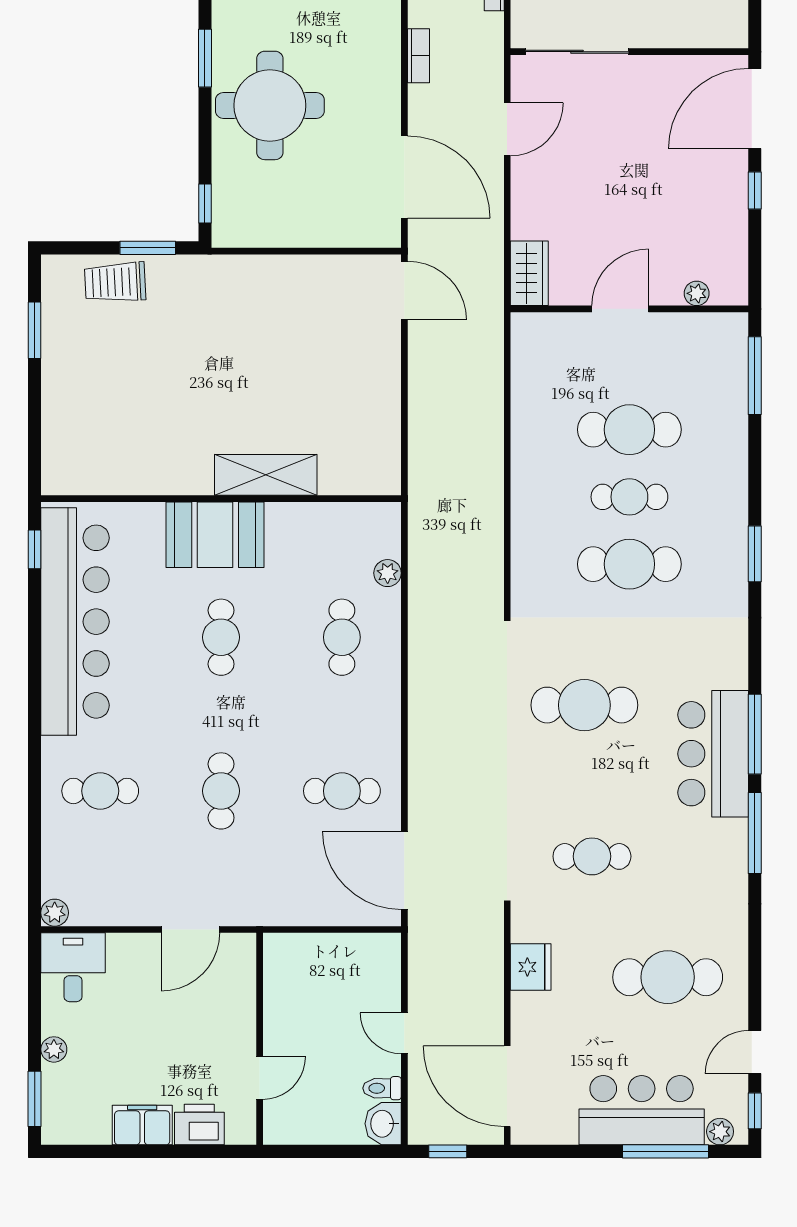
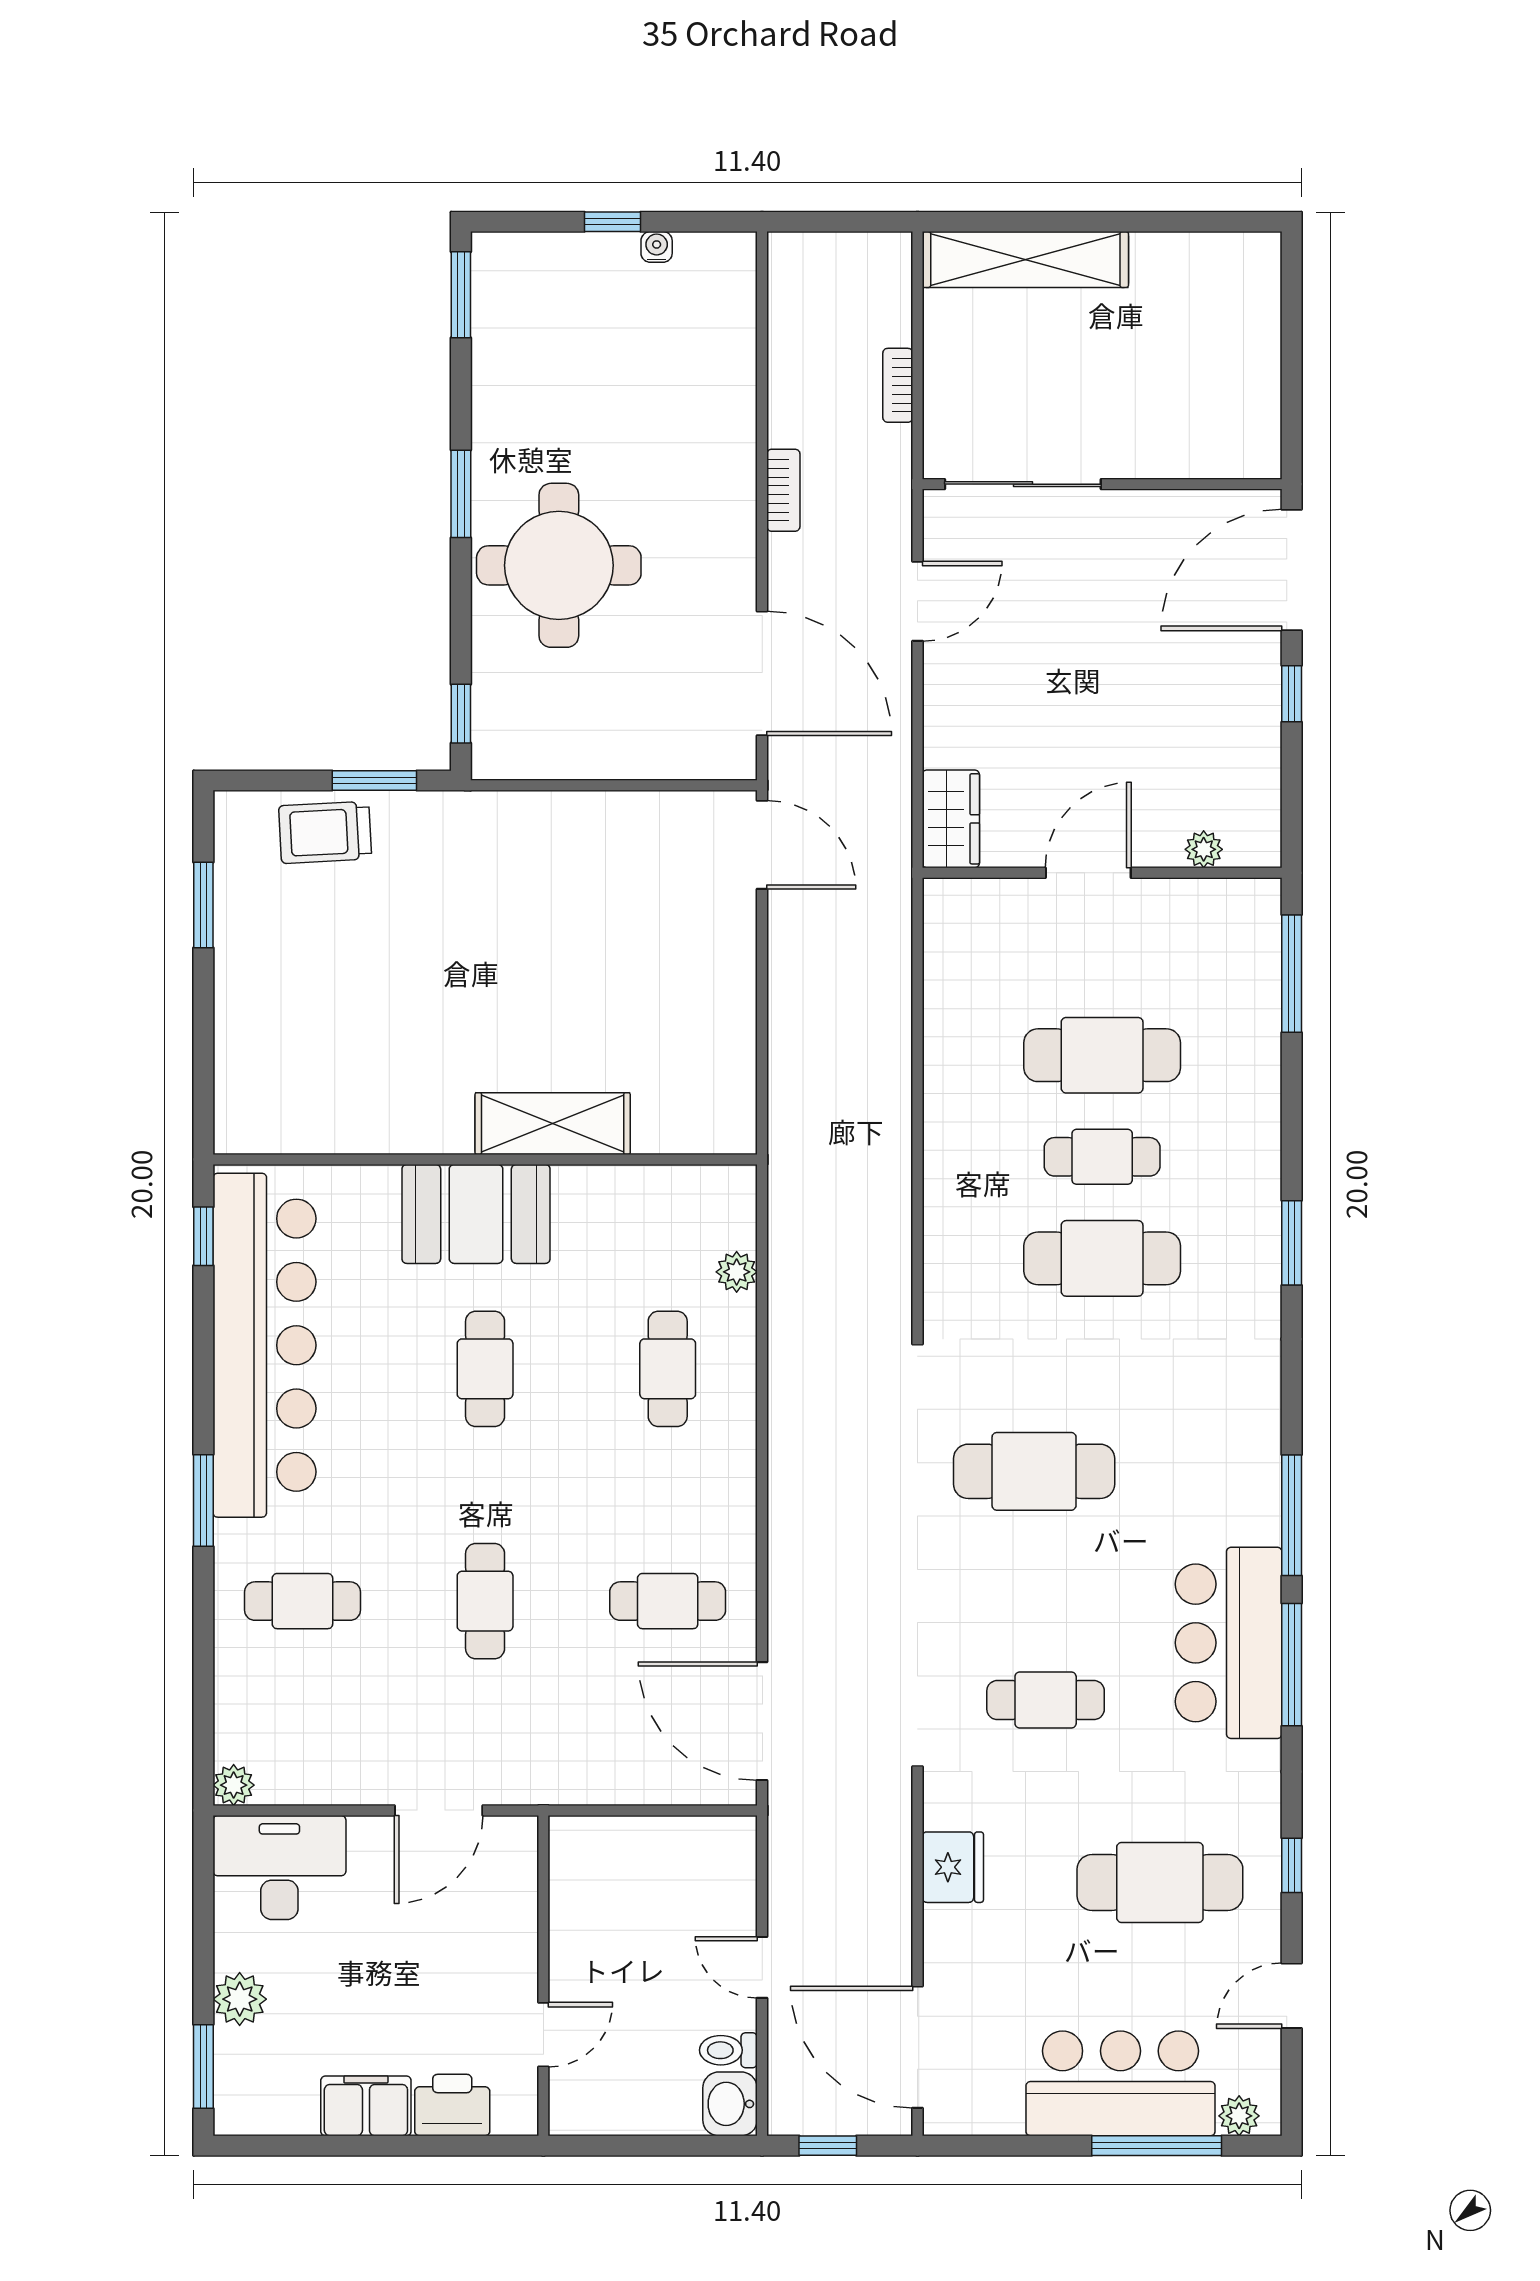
window: (35, 724) -> (203, 1501), added
bar counter: (713, 754) -> (1229, 1643), moved
desk: (73, 967) -> (279, 1867), width x1.37
plant: (54, 1049) -> (240, 1999), width x1.38, depth x1.38
window: (755, 1111) -> (1292, 1865), moved

